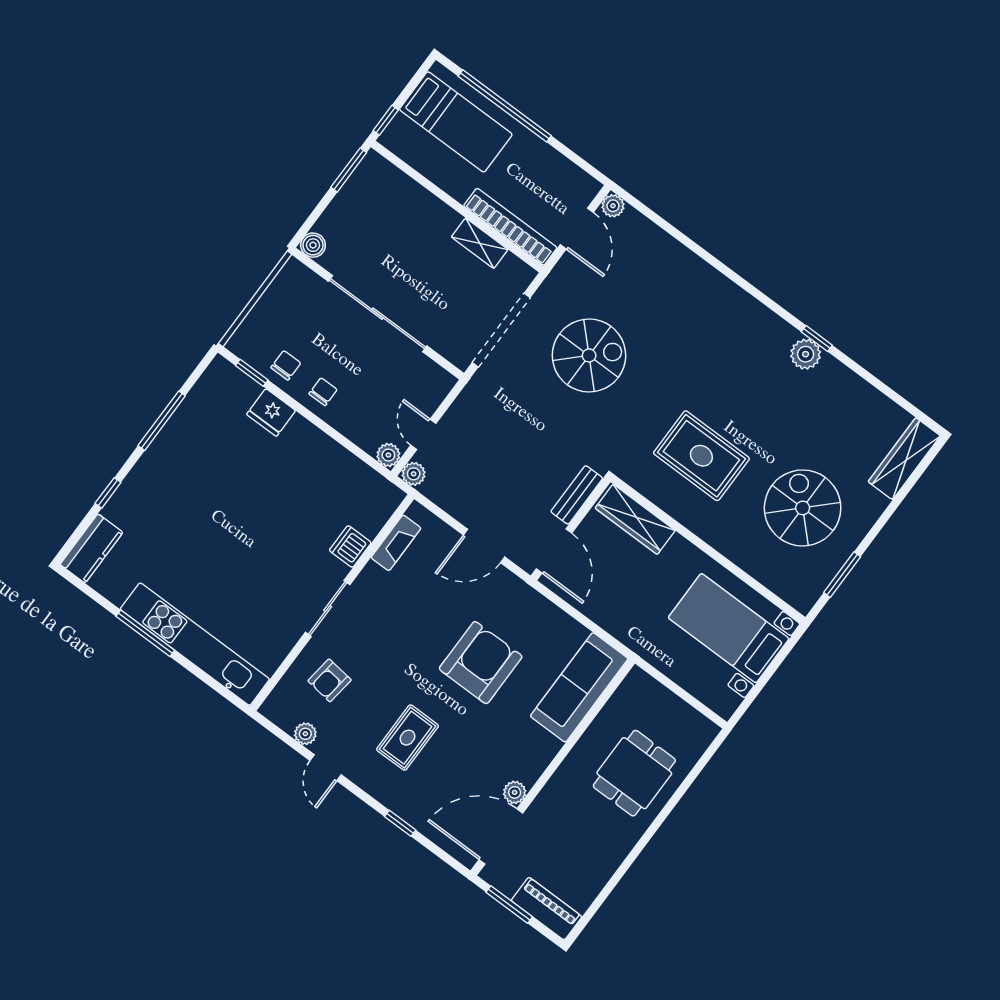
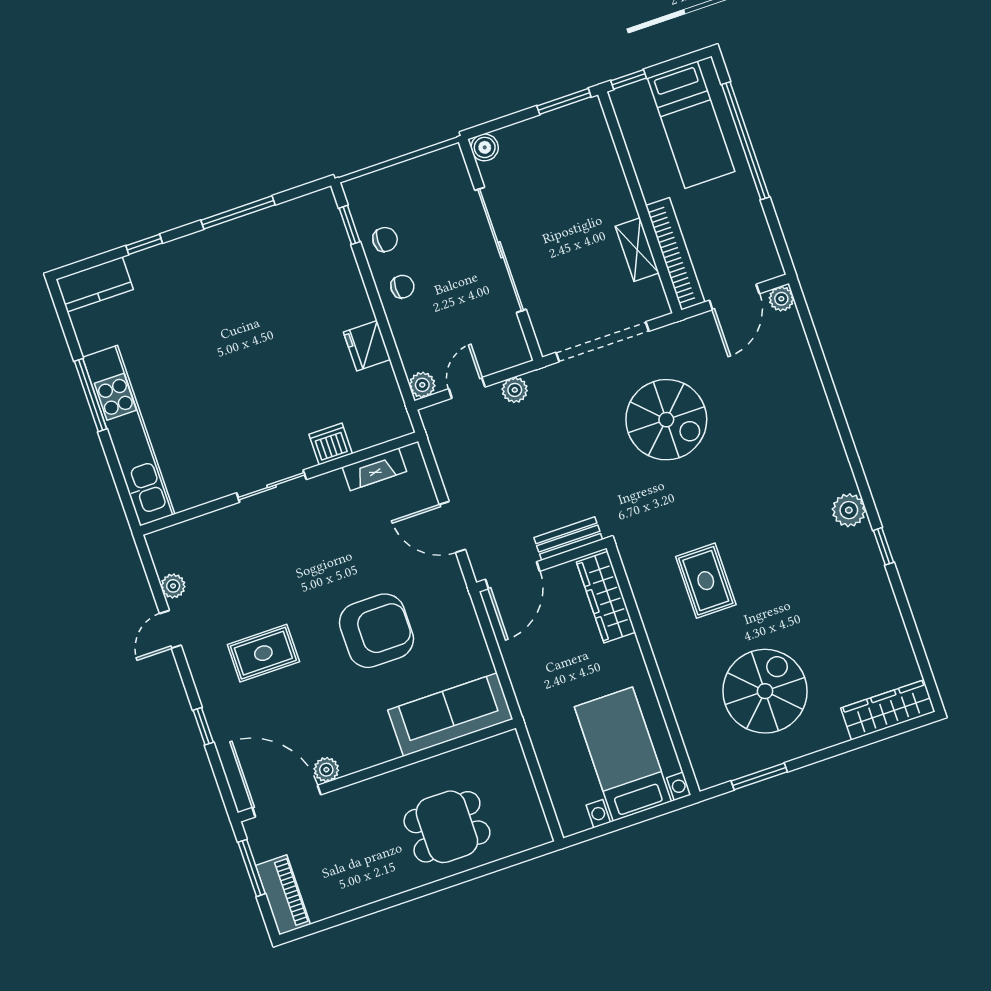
plant: (806, 354) -> (849, 510), moved
fridge: (271, 412) -> (367, 346), moved
rug: (701, 456) -> (706, 581), width x0.73, depth x0.70
plant: (414, 474) -> (515, 390), moved
armchair: (330, 680) -> (228, 553), removed

